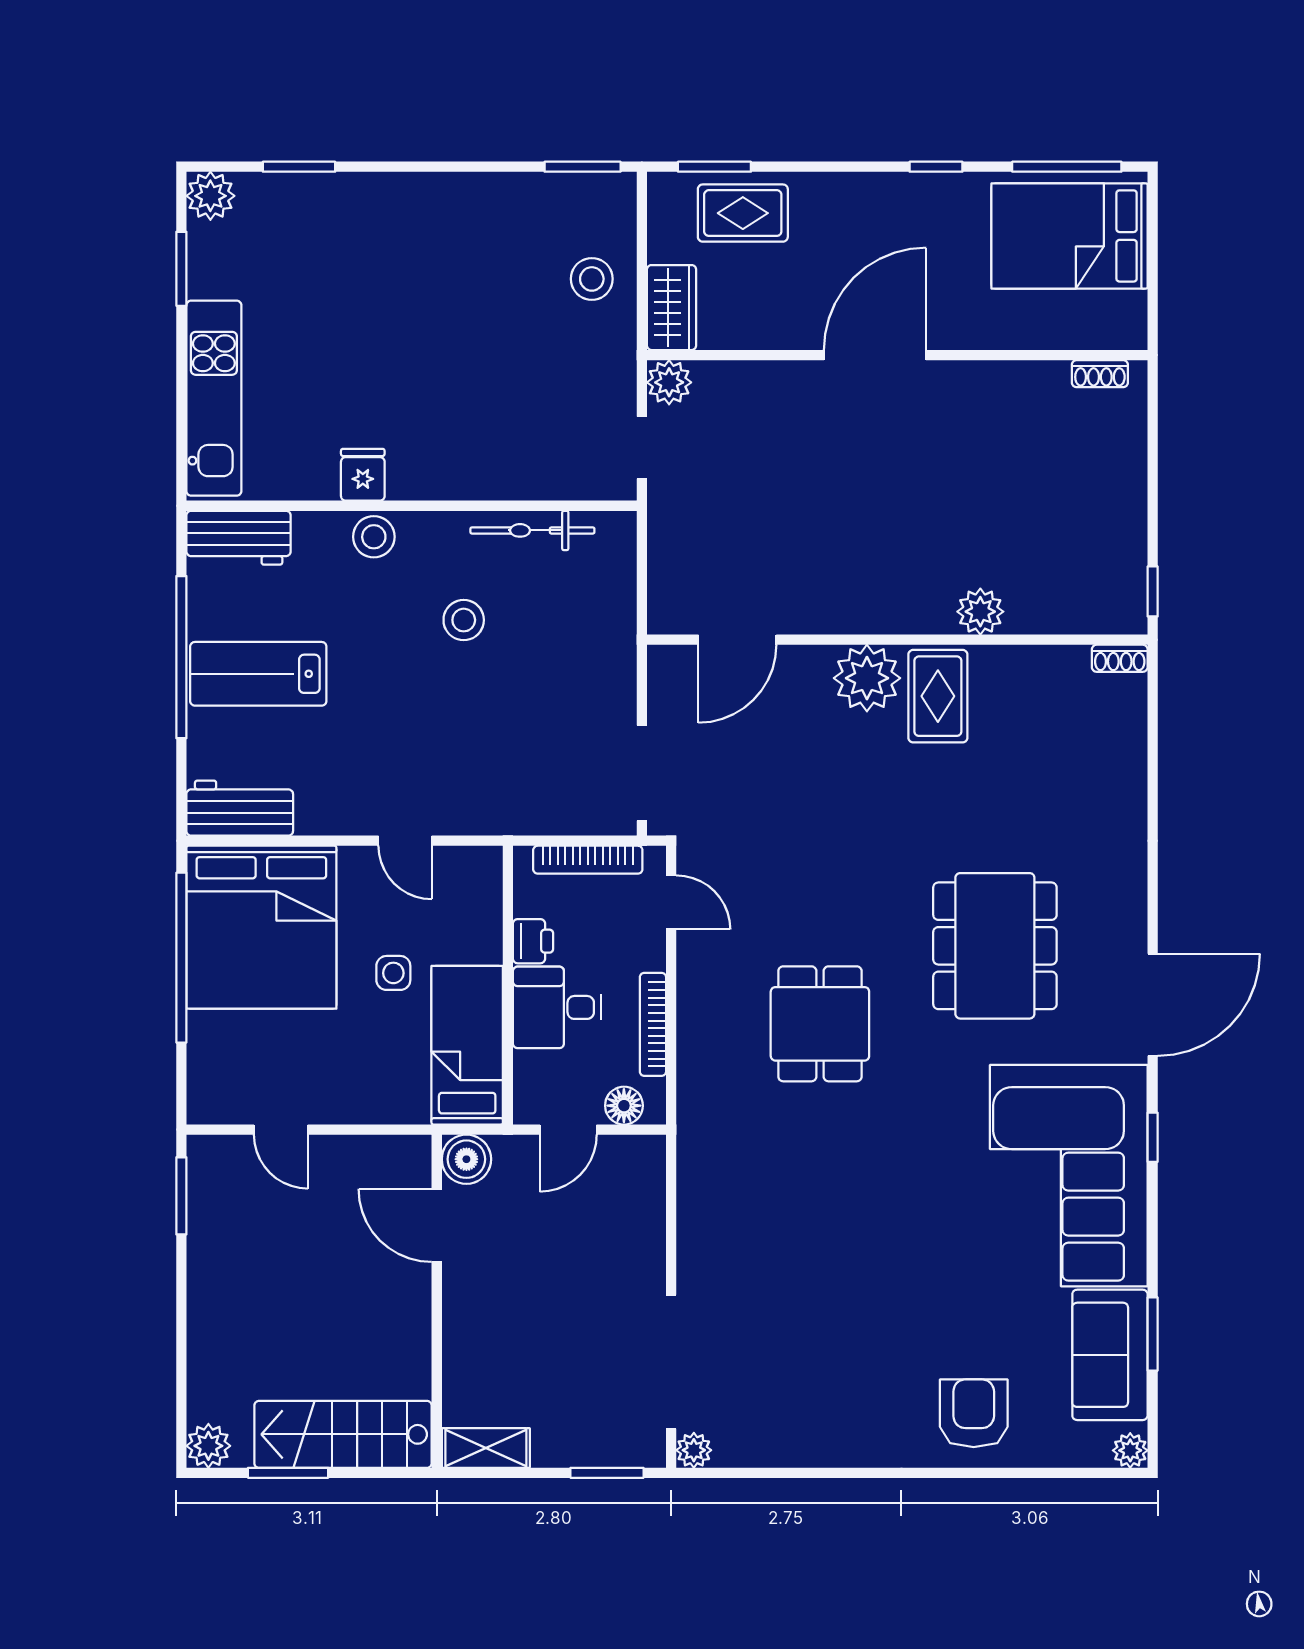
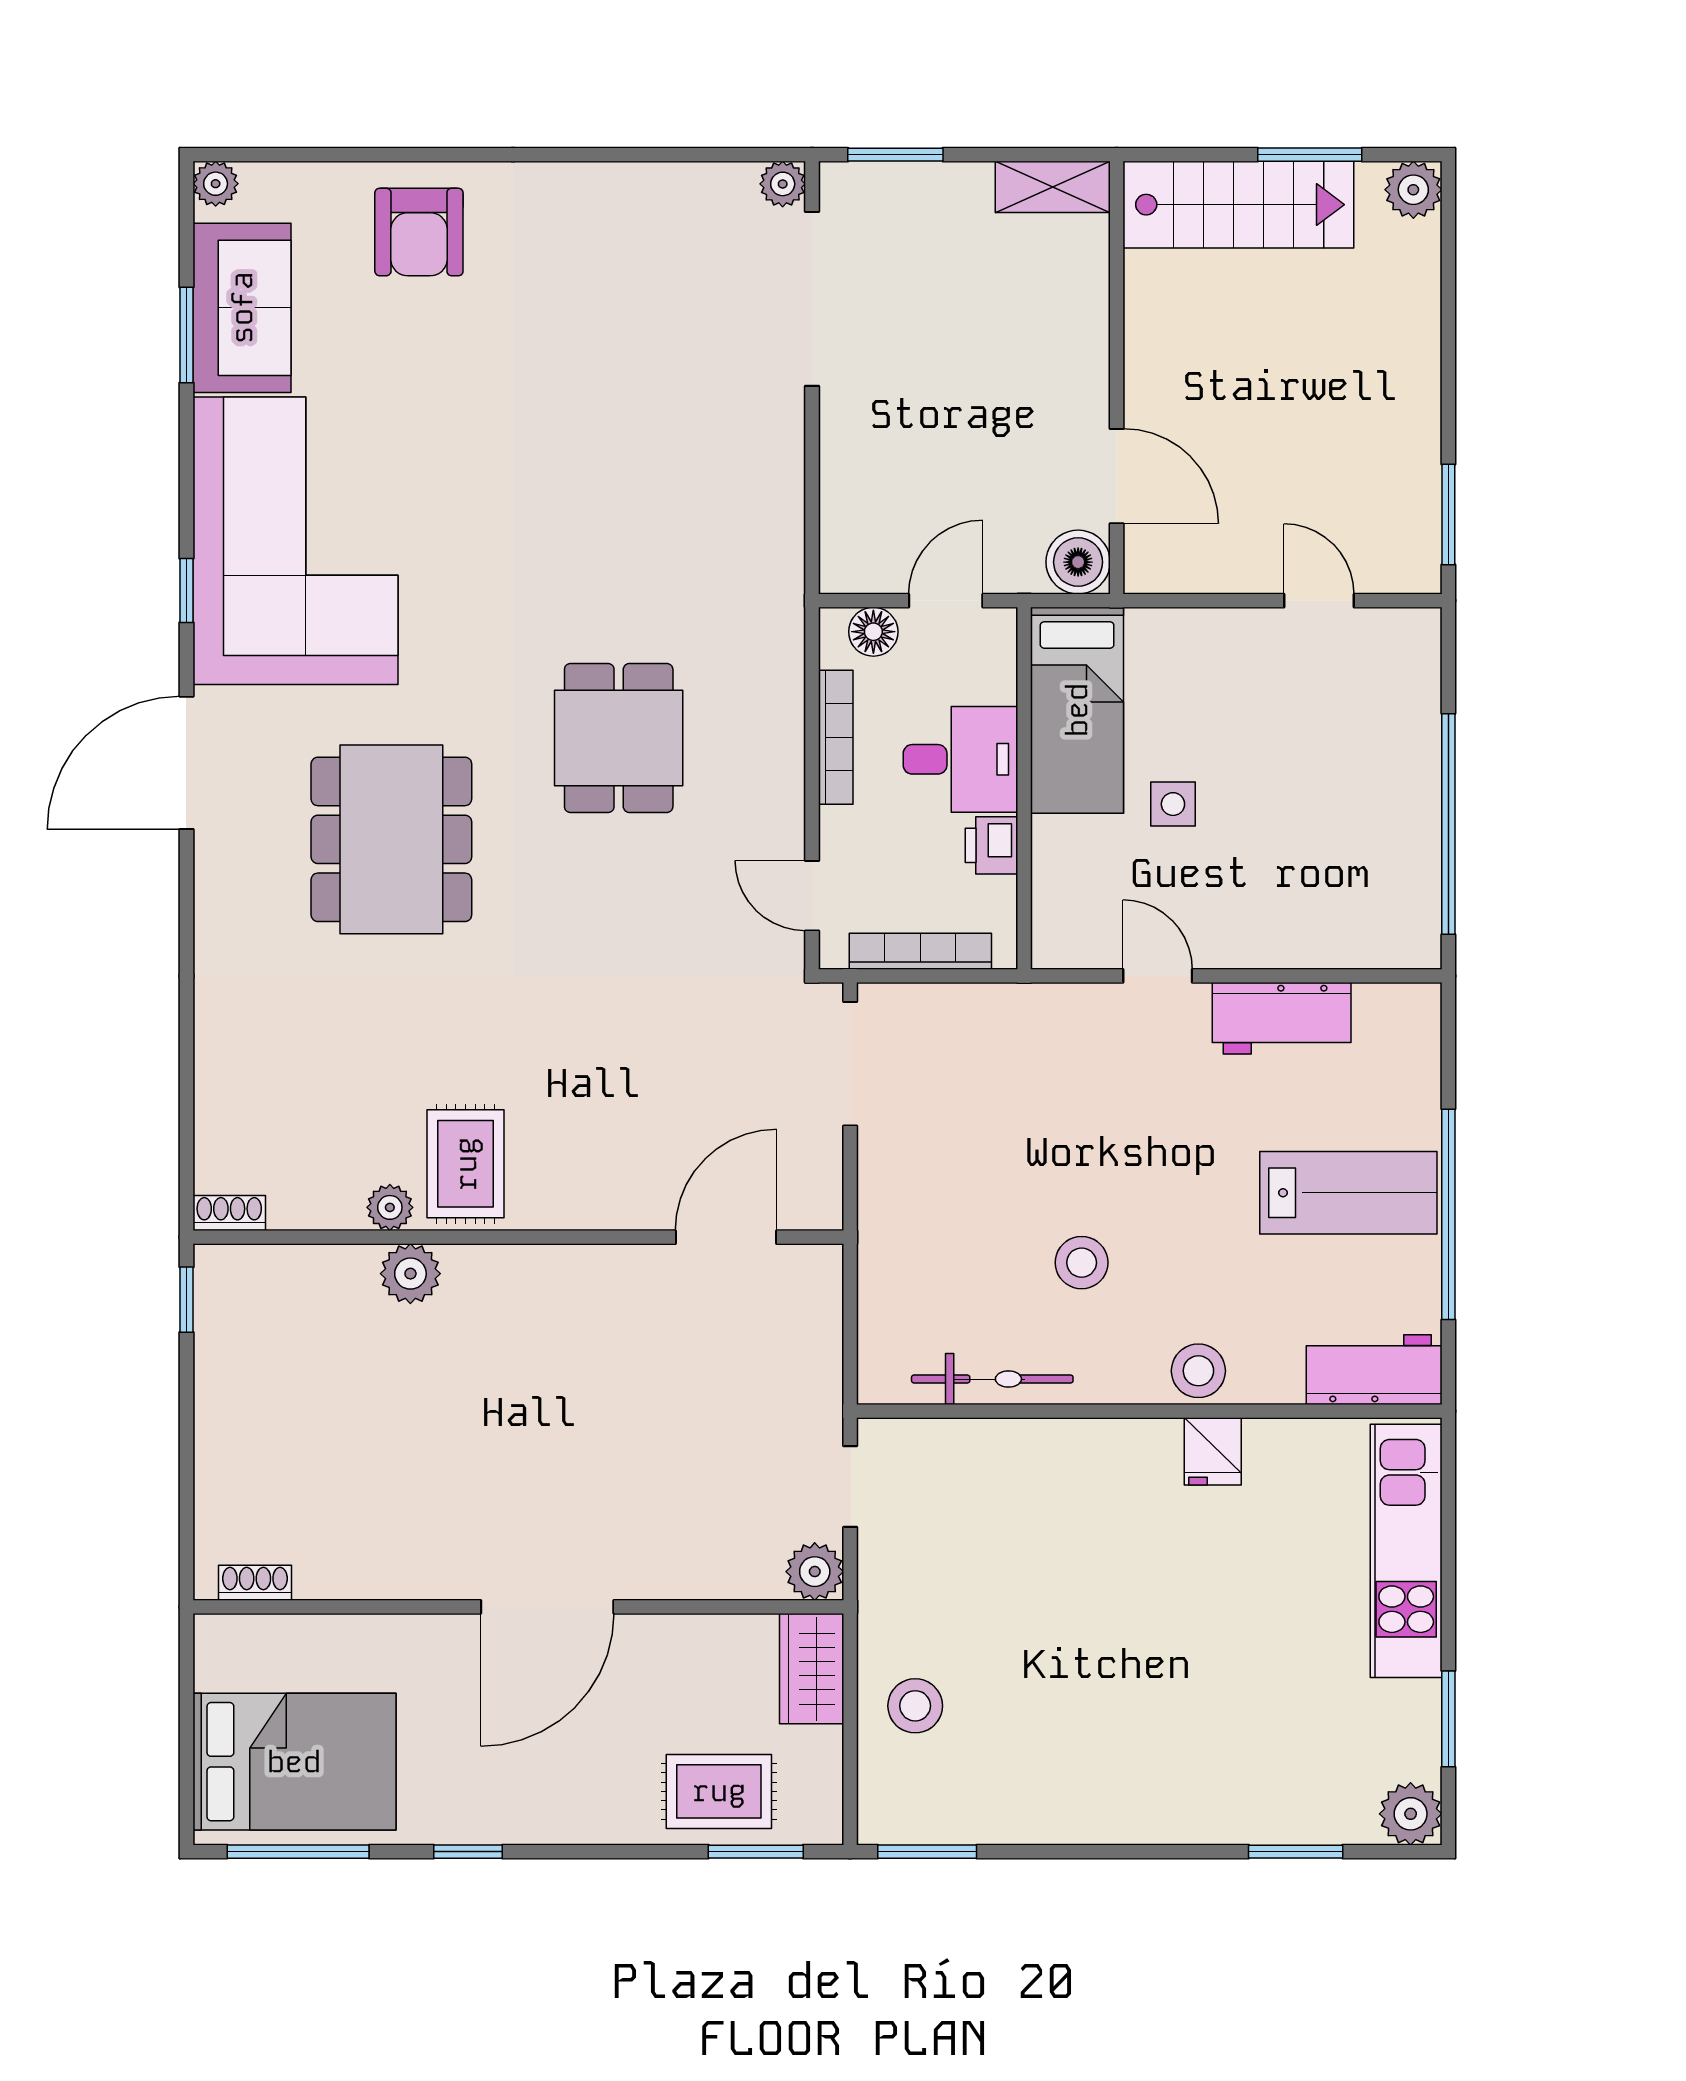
plant: (867, 678) -> (390, 1207), moved, width x0.53, depth x0.53
workbench: (240, 808) -> (1282, 1018), moved
bed: (261, 927) -> (1344, 863), removed

